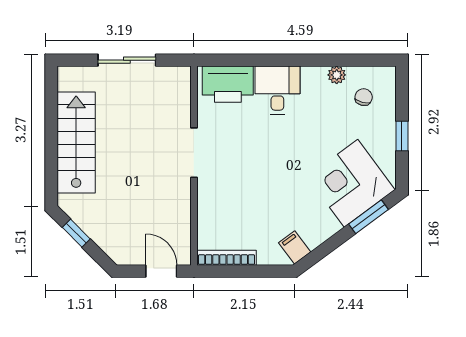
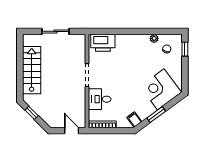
desk: (277, 90) -> (100, 99), moved, turned -90
window: (402, 136) -> (185, 49), moved
window: (368, 217) -> (156, 115), moved

